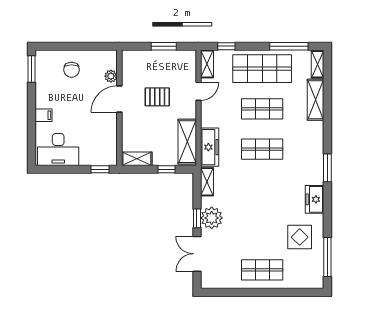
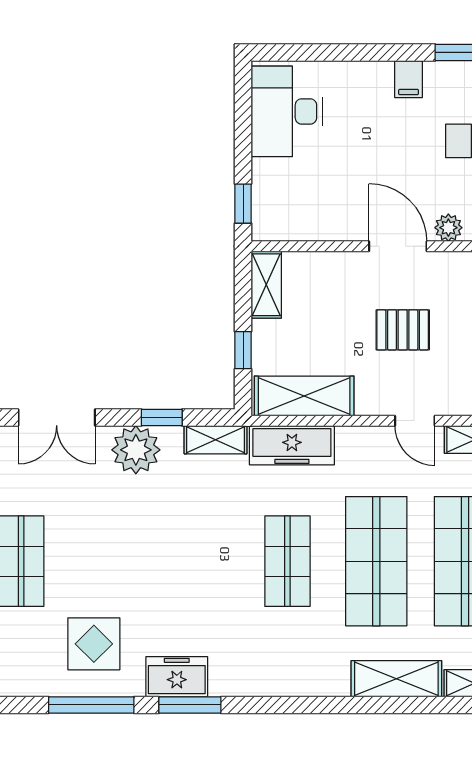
pallet: (157, 97) -> (403, 330), turned 90
shop shelf: (262, 109) -> (376, 561), width x1.43, depth x1.36
filing cabinet: (43, 115) -> (409, 79), moved
window: (327, 168) -> (190, 705), moved
window: (197, 218) -> (162, 417), moved
double door: (197, 254) -> (57, 417), swing flipped
window: (327, 257) -> (91, 705), moved

